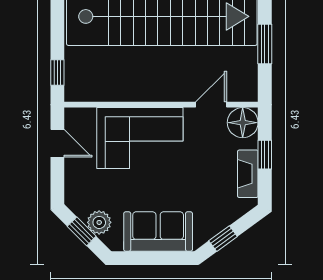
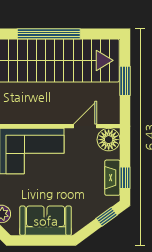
window: (265, 155) -> (125, 178), moved
window: (223, 239) -> (107, 217), moved

